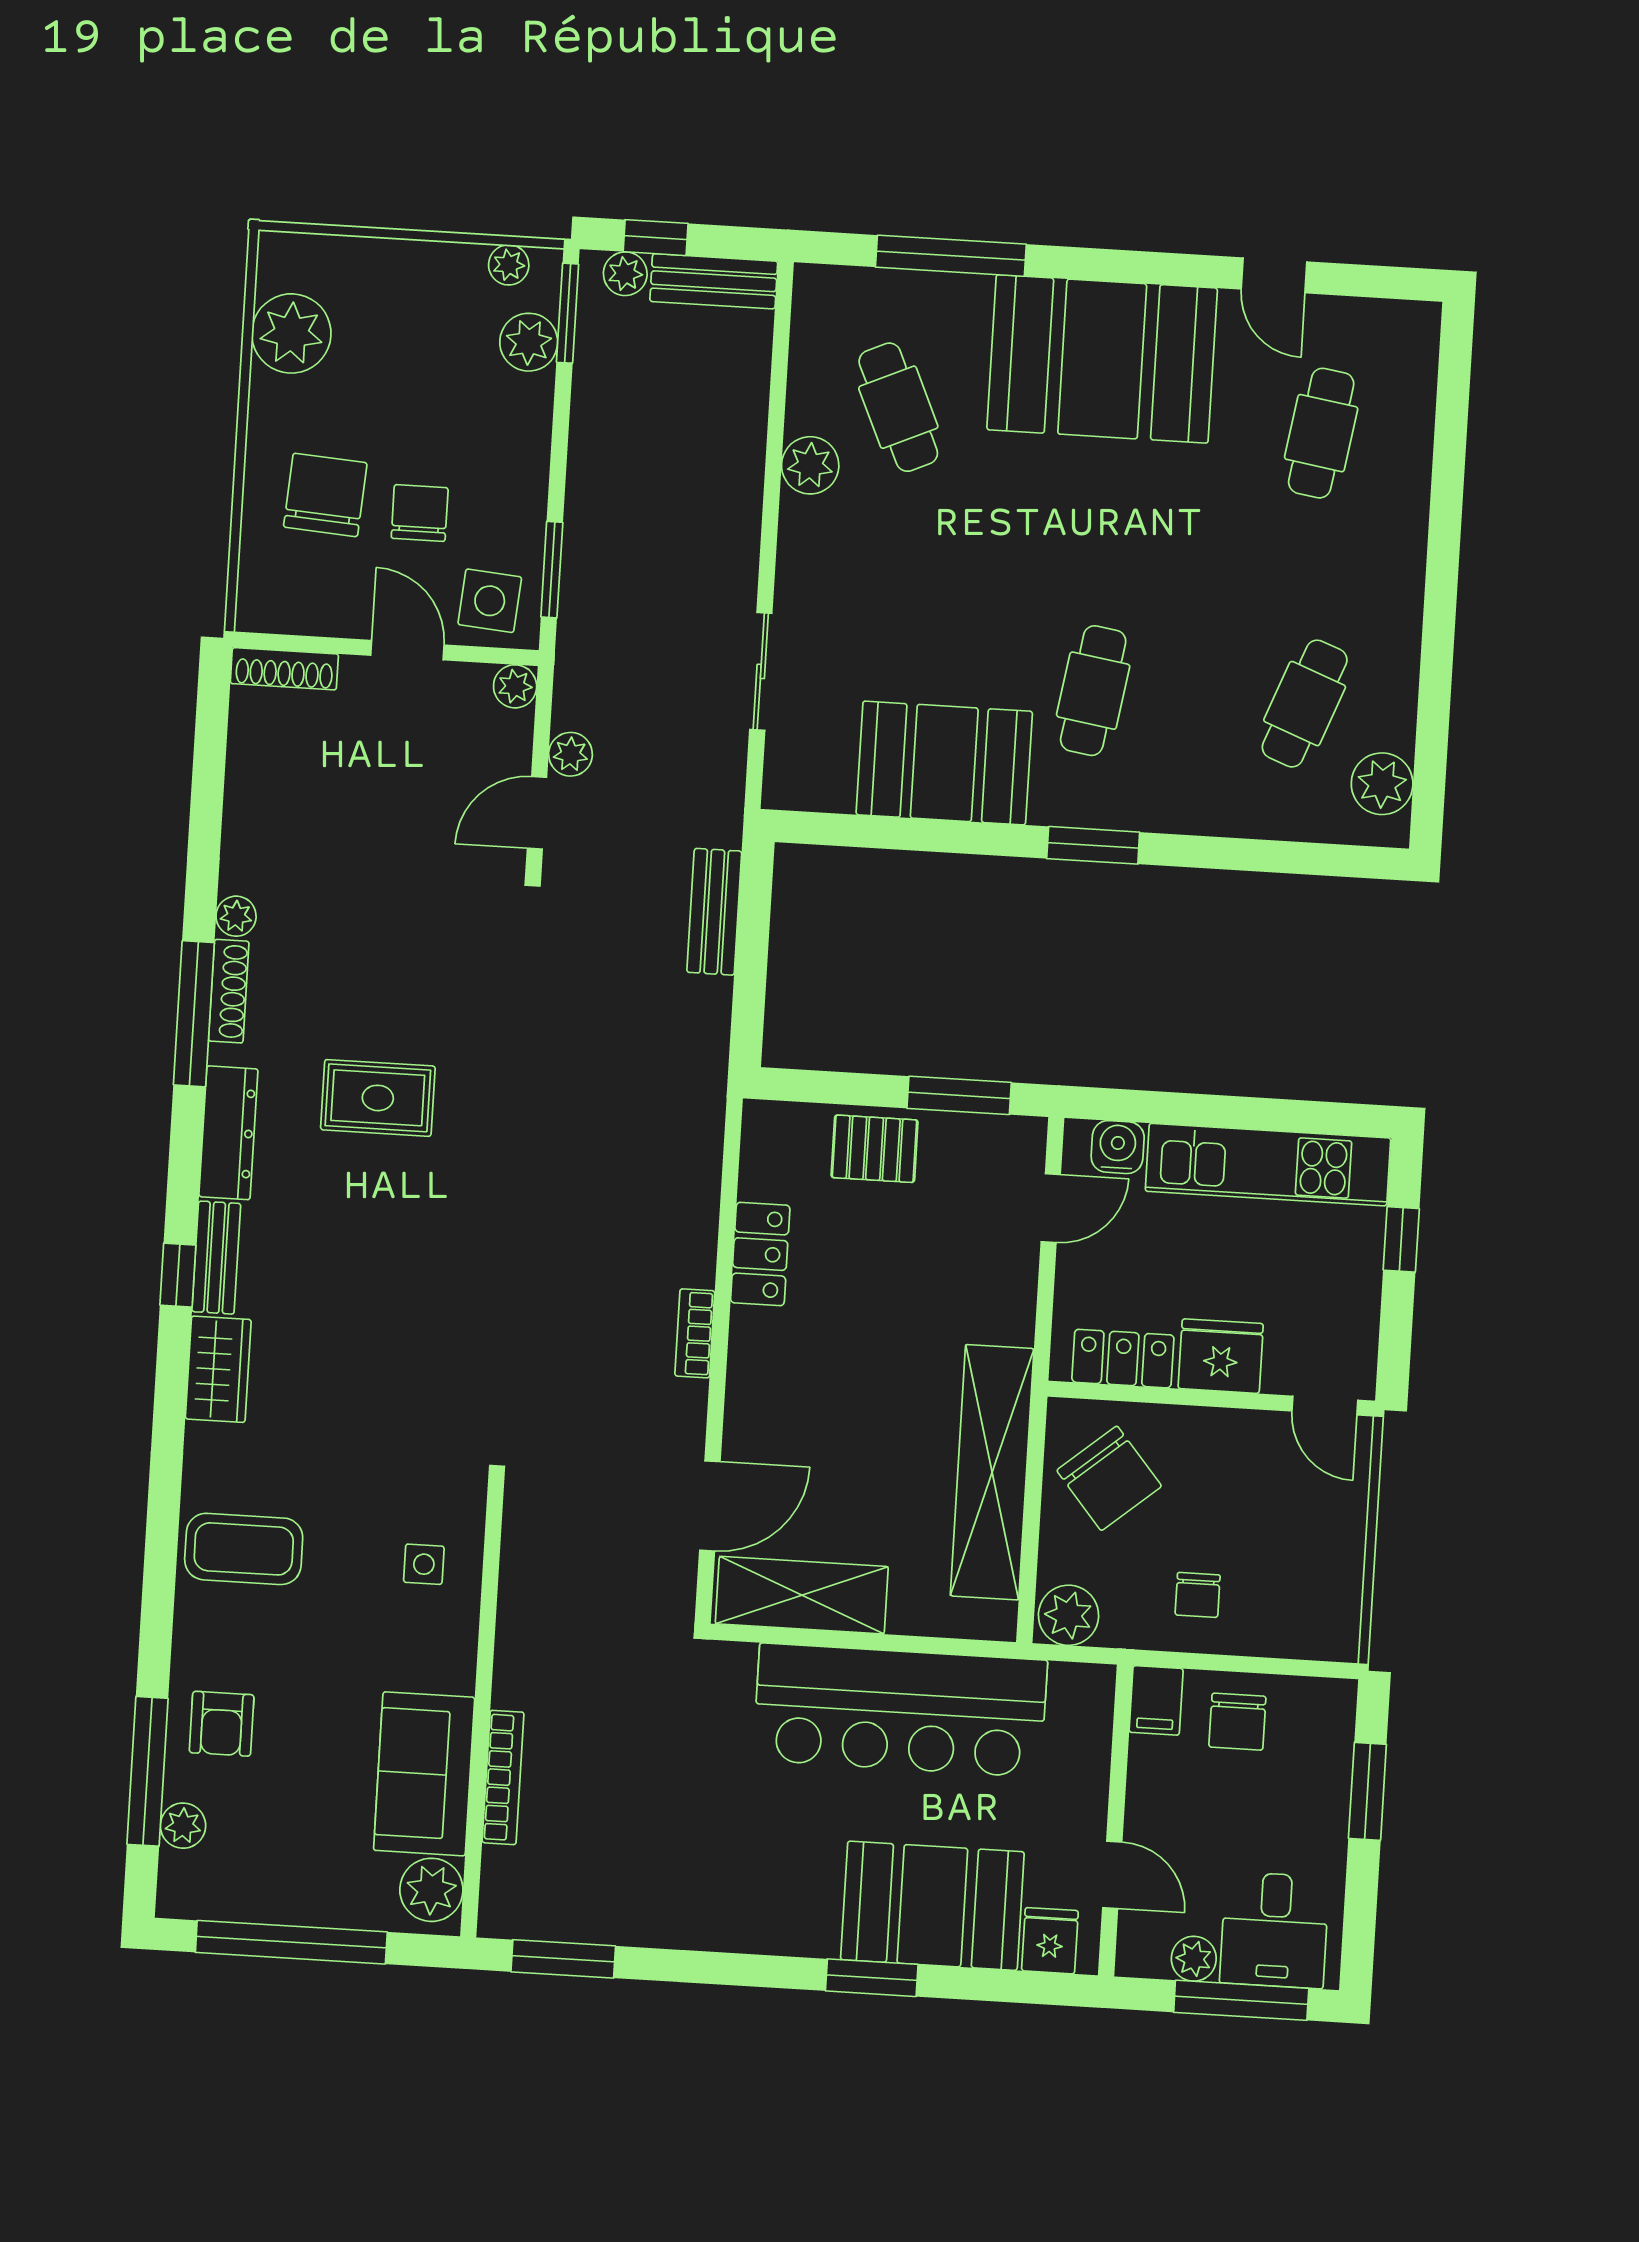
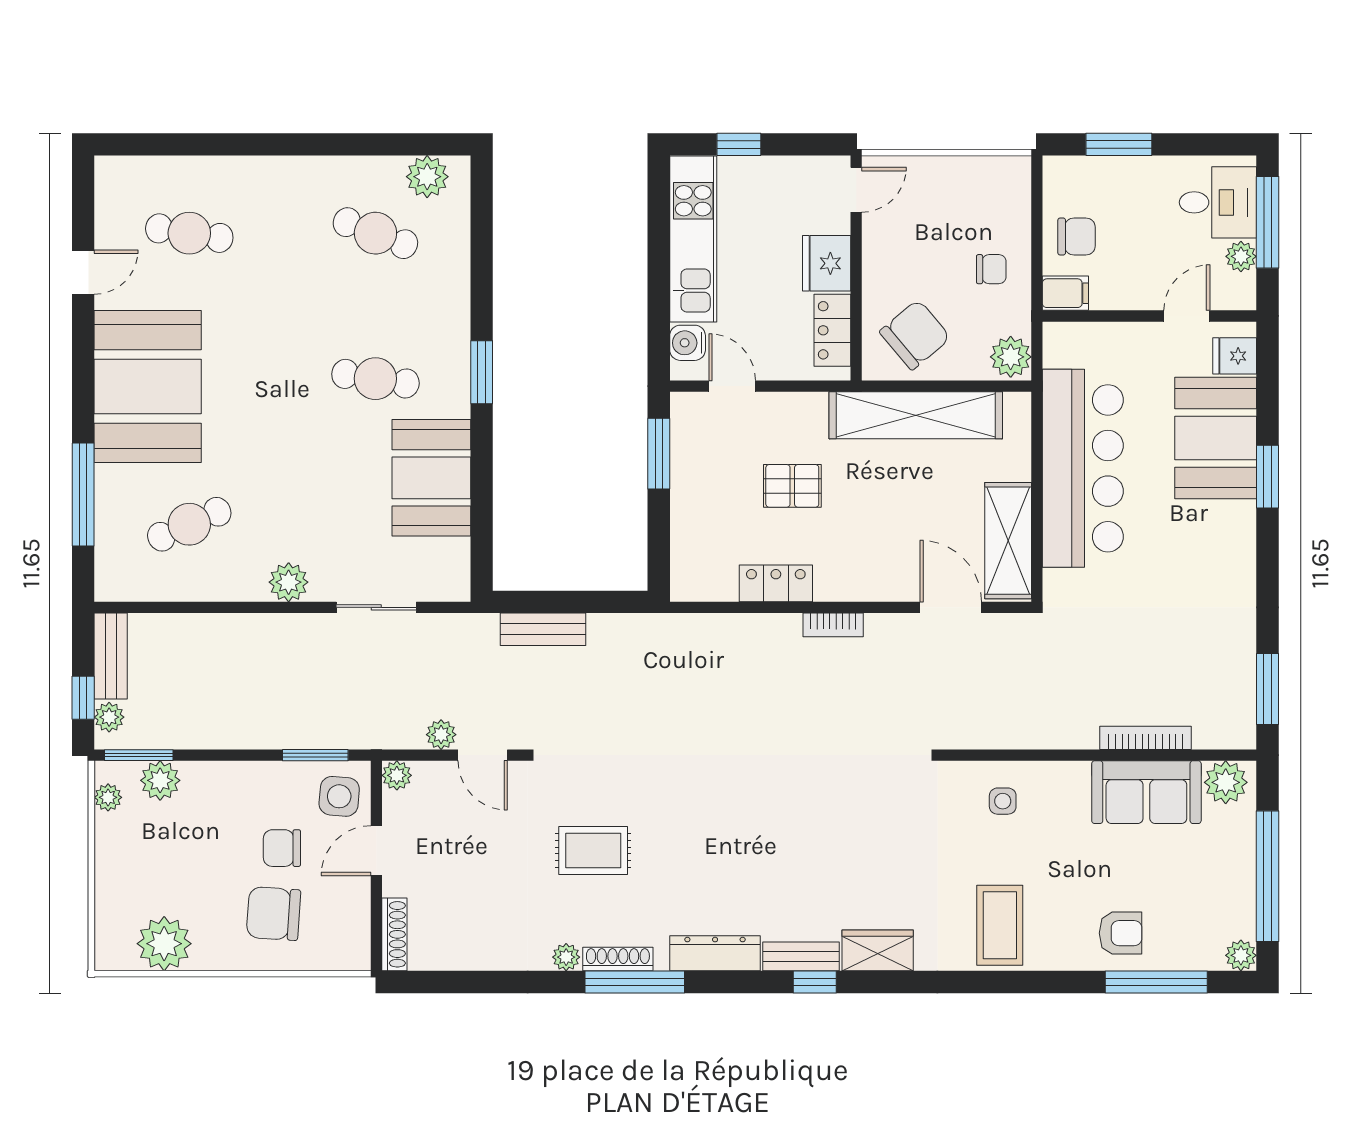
plant: (810, 465) -> (289, 582), moved
rug: (378, 1098) -> (593, 851), moved, turned 90
pallet: (875, 1149) -> (792, 486), moved, turned 90
plant: (183, 1826) -> (1241, 955), moved

